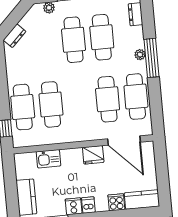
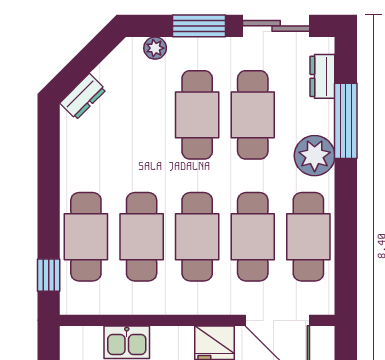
plant: (140, 55) -> (315, 156), width x1.87, depth x1.87
window: (151, 58) -> (346, 121), moved
cafe table: (79, 102) -> (197, 237), added

